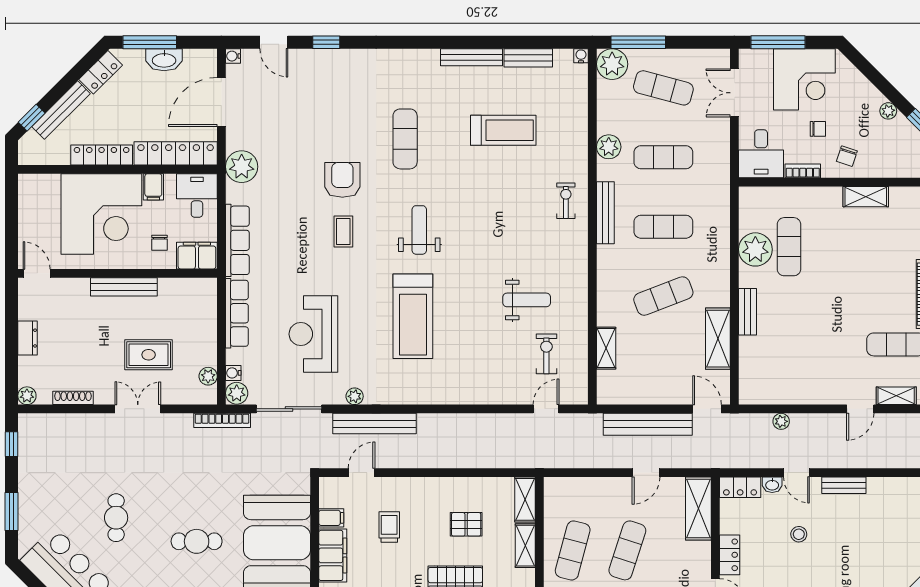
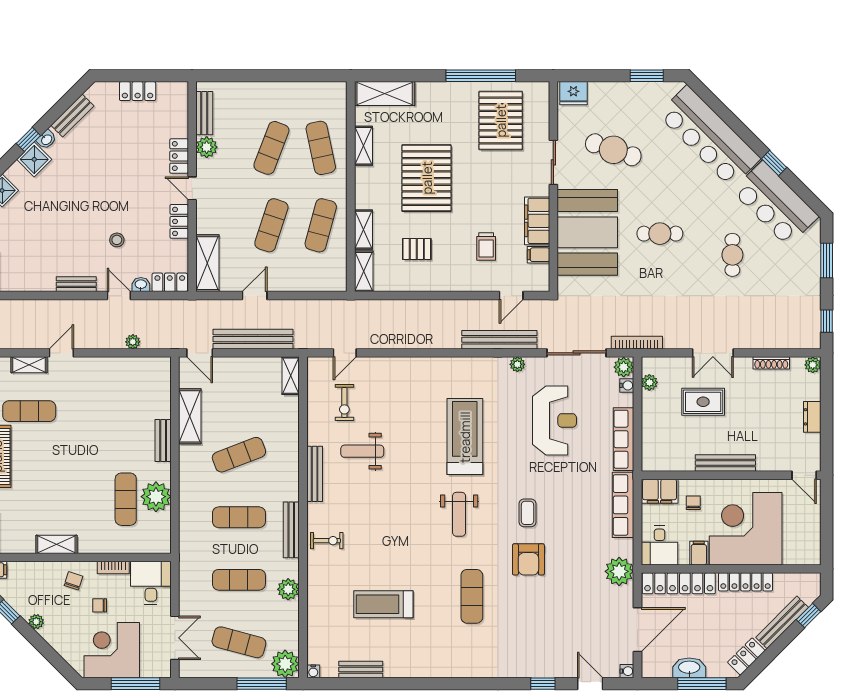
bench: (472, 57) -> (315, 474), moved, turned 90
exercise bike: (566, 201) -> (327, 541), turned -90
shelving: (606, 348) -> (291, 376), moved

